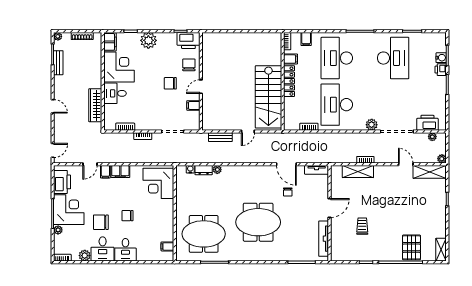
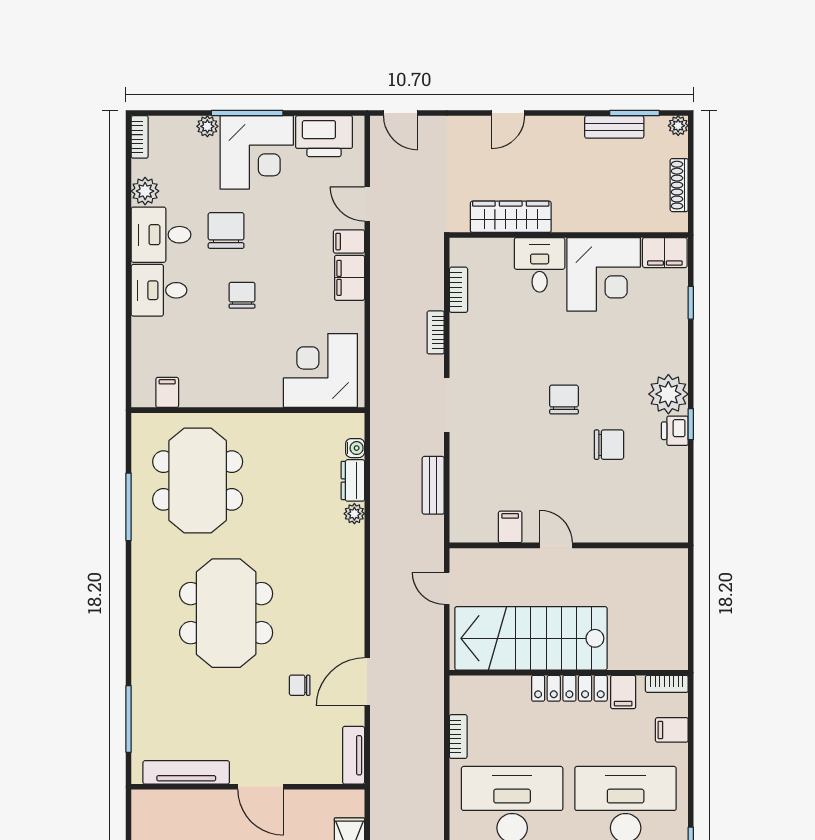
plant: (148, 40) -> (668, 394), moved
printer: (188, 40) -> (675, 431), width x0.53, depth x0.68
wall: (201, 81) -> (569, 545), moved
door: (201, 87) -> (556, 545), moved
filing cabinet: (193, 105) -> (510, 527), moved
bench: (220, 137) -> (433, 485), moved

